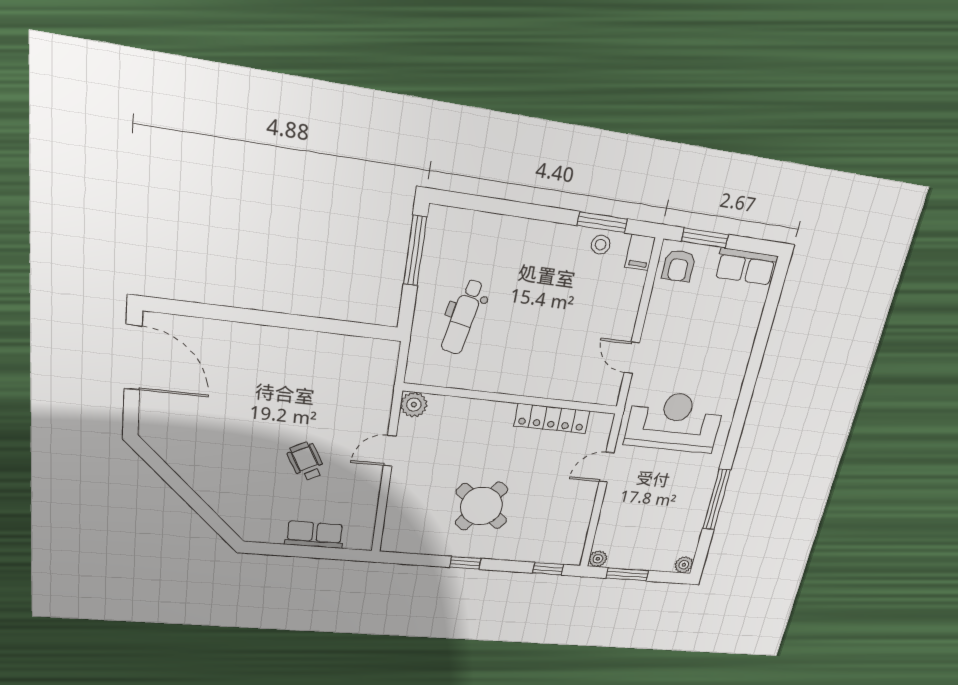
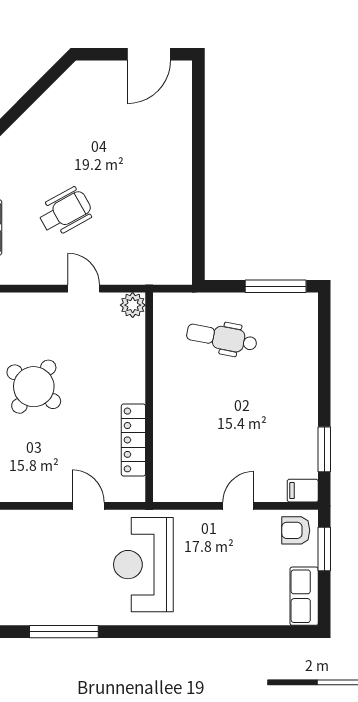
stool: (601, 245) -> (304, 452), removed
door: (133, 358) -> (149, 54), width x0.73
door: (632, 358) -> (238, 506), moved
reception desk: (674, 422) -> (143, 565), turned 180
wheelchair: (306, 461) -> (65, 212), width x1.36, depth x1.37

